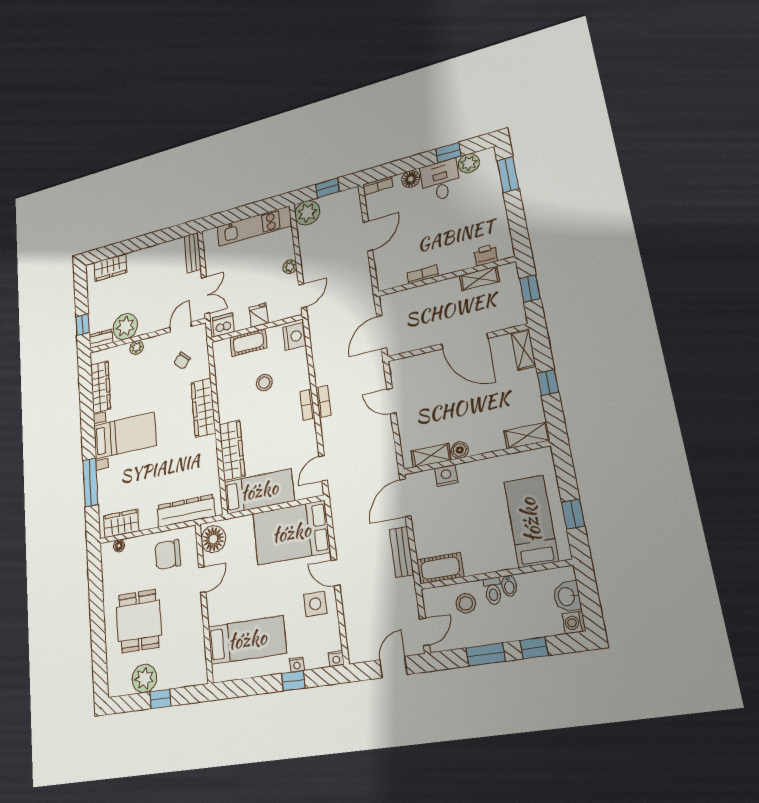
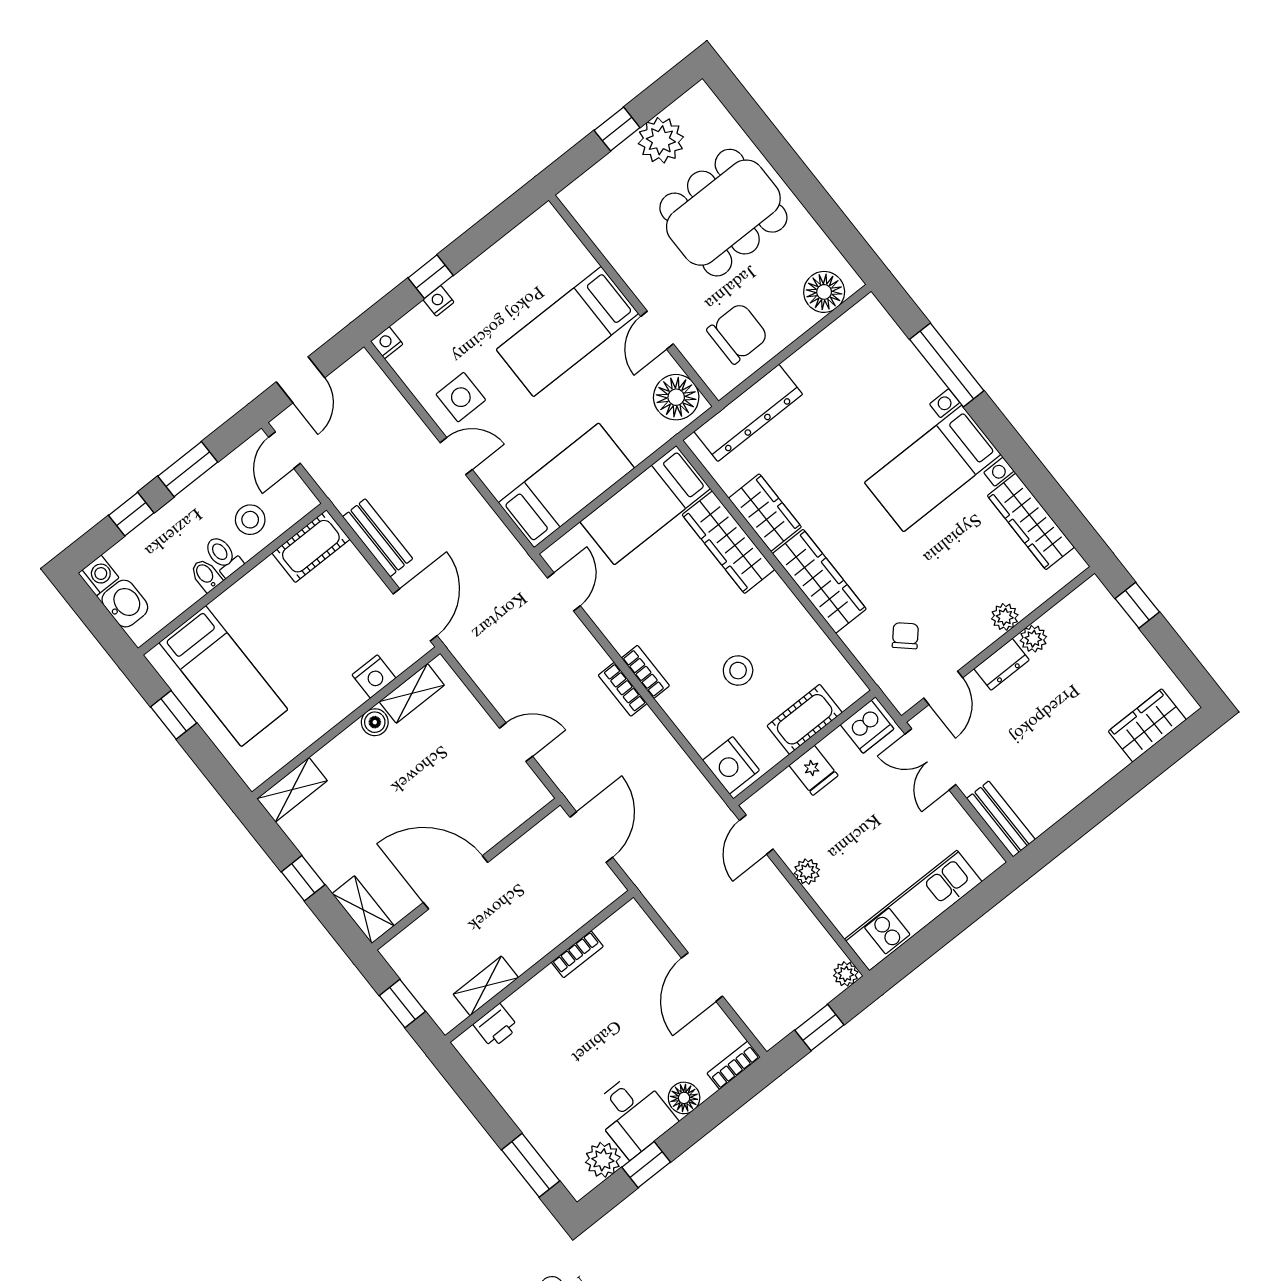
plant: (307, 213) -> (846, 974), width x0.53, depth x0.53
plant: (125, 327) -> (1033, 639), width x0.53, depth x0.53
dresser: (101, 339) -> (1002, 664), moved
wardrobe: (121, 523) -> (765, 513), moved, turned -90
bed: (291, 533) -> (566, 485), width x0.67
floor lamp: (119, 546) -> (824, 292), width x1.89, depth x1.89
dining table: (139, 621) -> (723, 213), width x1.38
bed: (247, 640) -> (567, 332), moved

